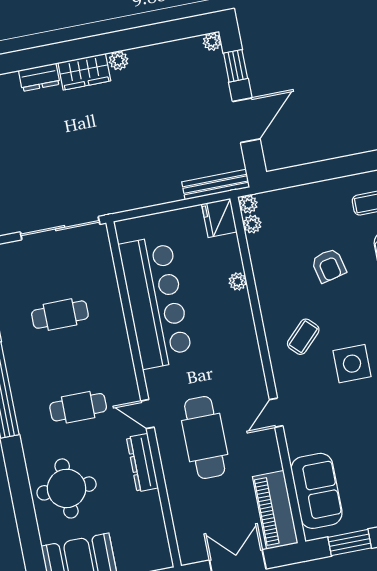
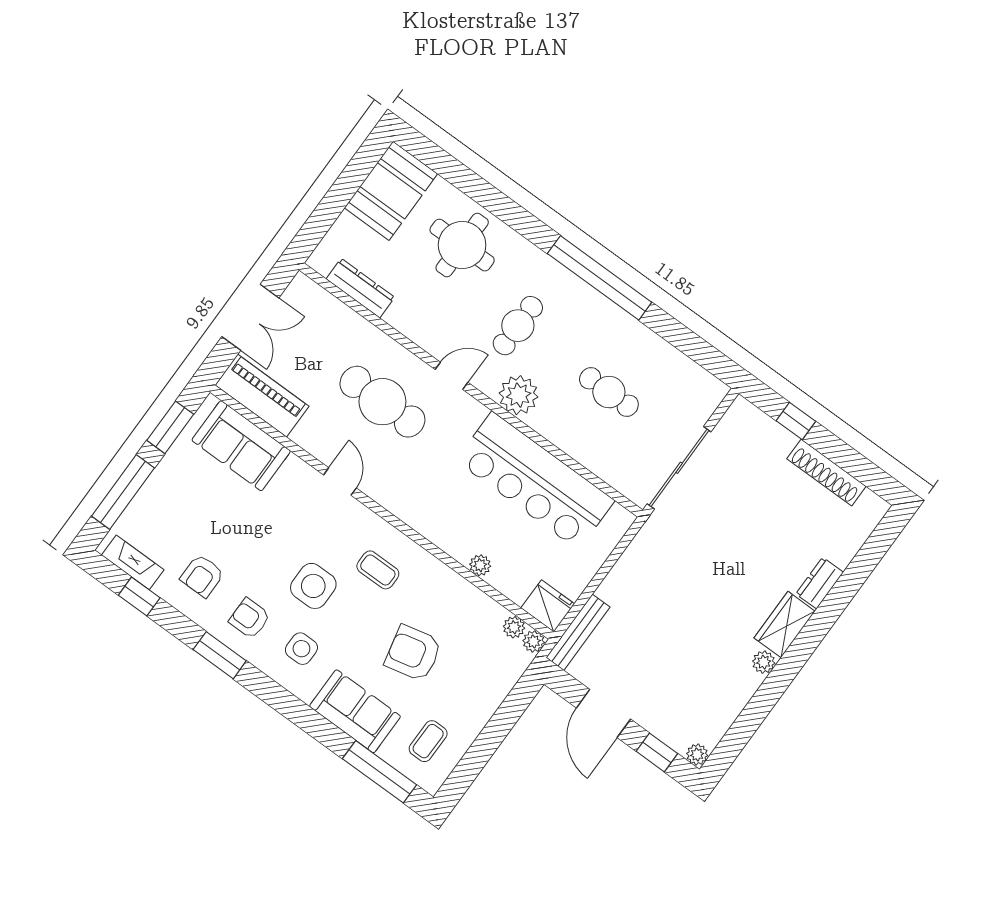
armchair: (329, 265) -> (413, 653), width x1.38, depth x1.38
cafe table: (60, 315) -> (609, 392), turned 90
coffee table: (303, 337) -> (378, 570), turned -45
plant: (117, 364) -> (519, 395), added
dresser: (142, 463) -> (360, 288), moved

